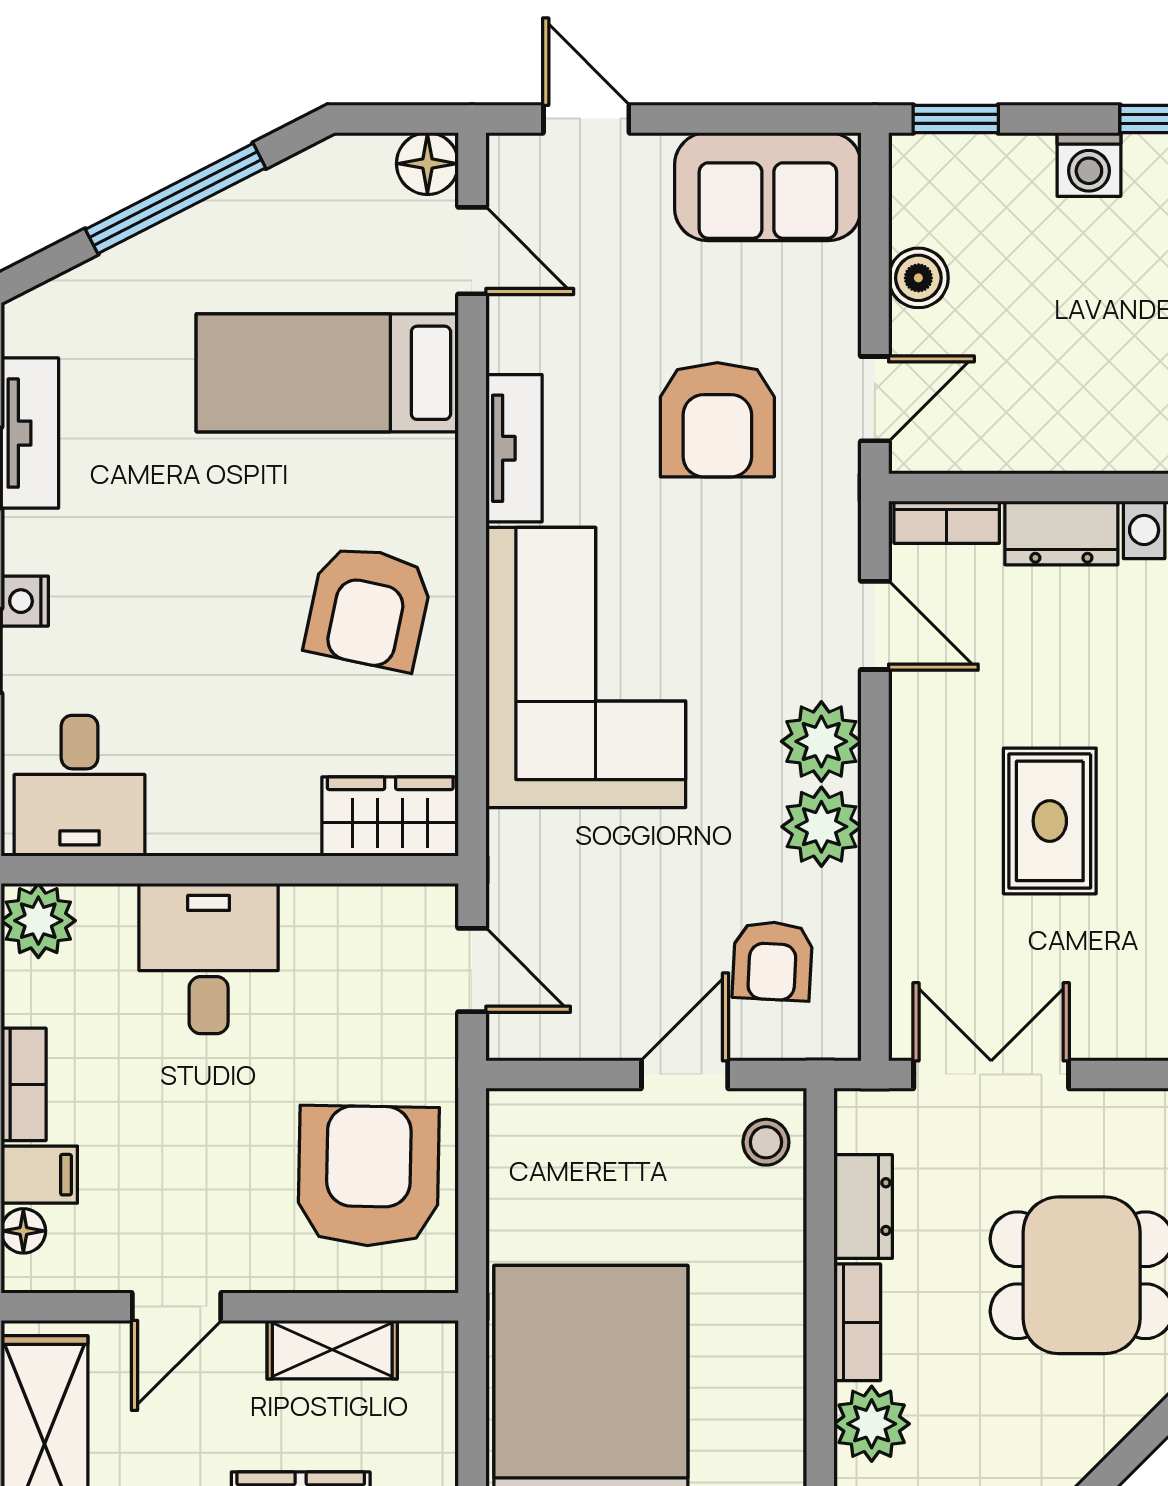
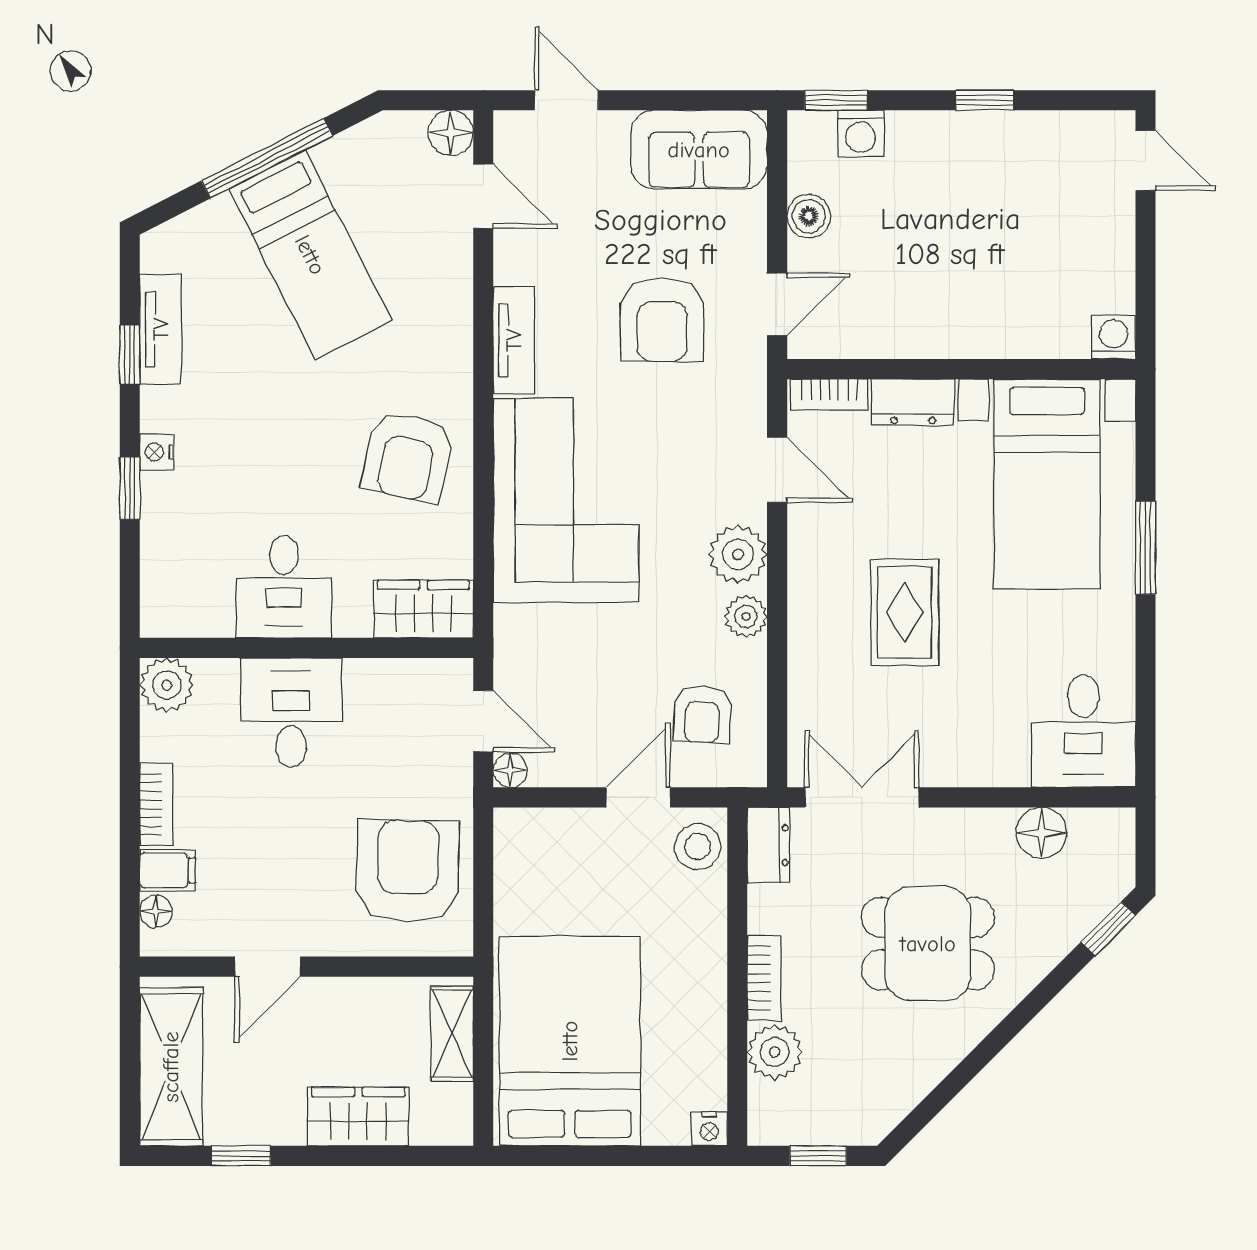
washing machine: (1089, 164) -> (861, 133), moved
bed: (327, 373) -> (310, 255), moved, turned -117
desk: (80, 786) -> (284, 587), moved
plant: (821, 827) -> (746, 616), width x0.73, depth x0.73
floor lamp: (509, 1038) -> (510, 770), added
stool: (766, 1142) -> (698, 847), width x1.37, depth x1.37
dresser: (863, 1207) -> (768, 845), moved
shelving: (332, 1350) -> (452, 1034), moved, turned 90

